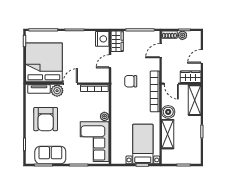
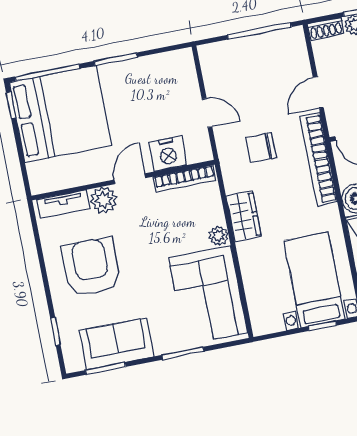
nightstand: (102, 39) -> (168, 154), moved, turned 90
wardrobe: (117, 41) -> (243, 216), moved
door: (161, 51) -> (318, 93), moved
door: (110, 61) -> (207, 113), swing flipped
bed: (44, 63) -> (60, 114), moved, turned 90
armchair: (46, 119) -> (91, 267), turned 180

